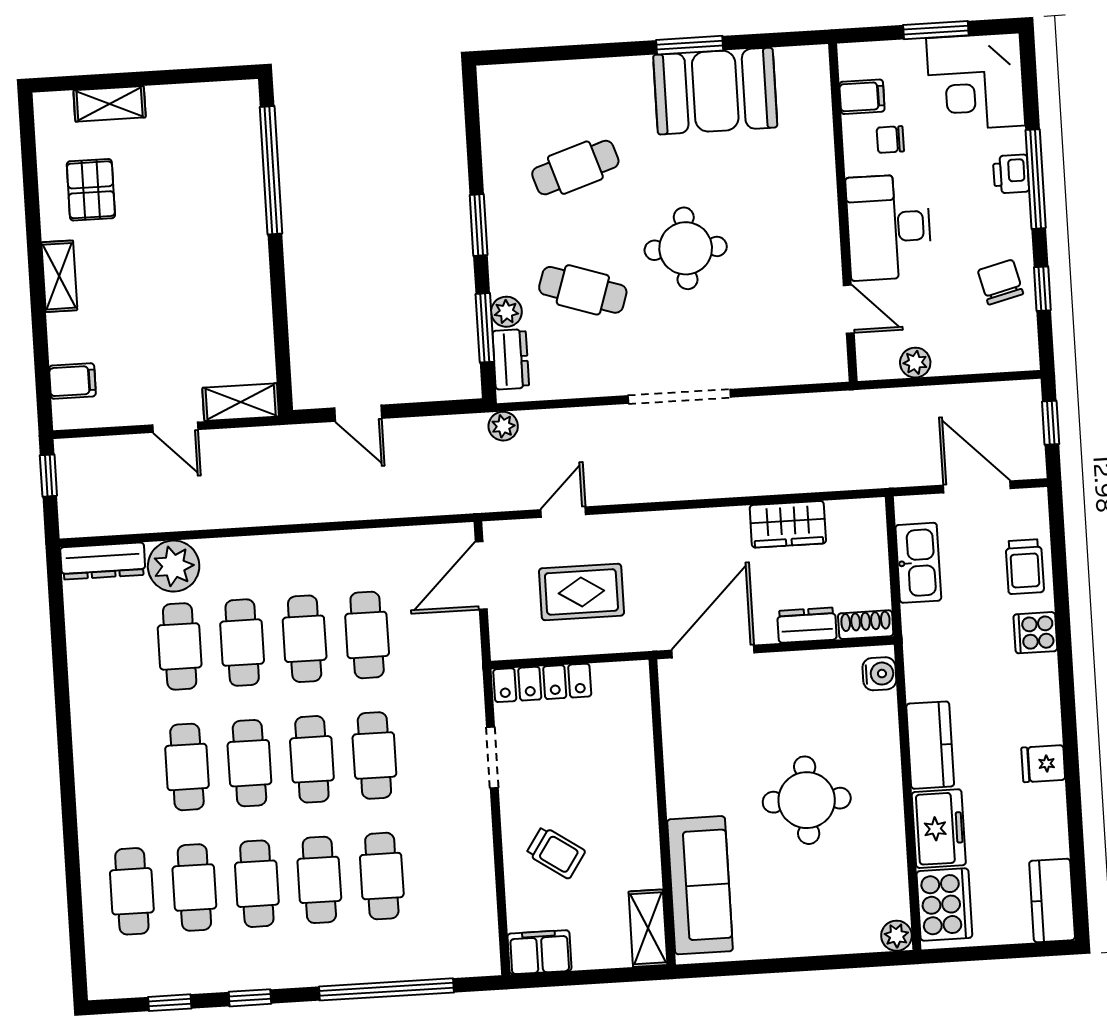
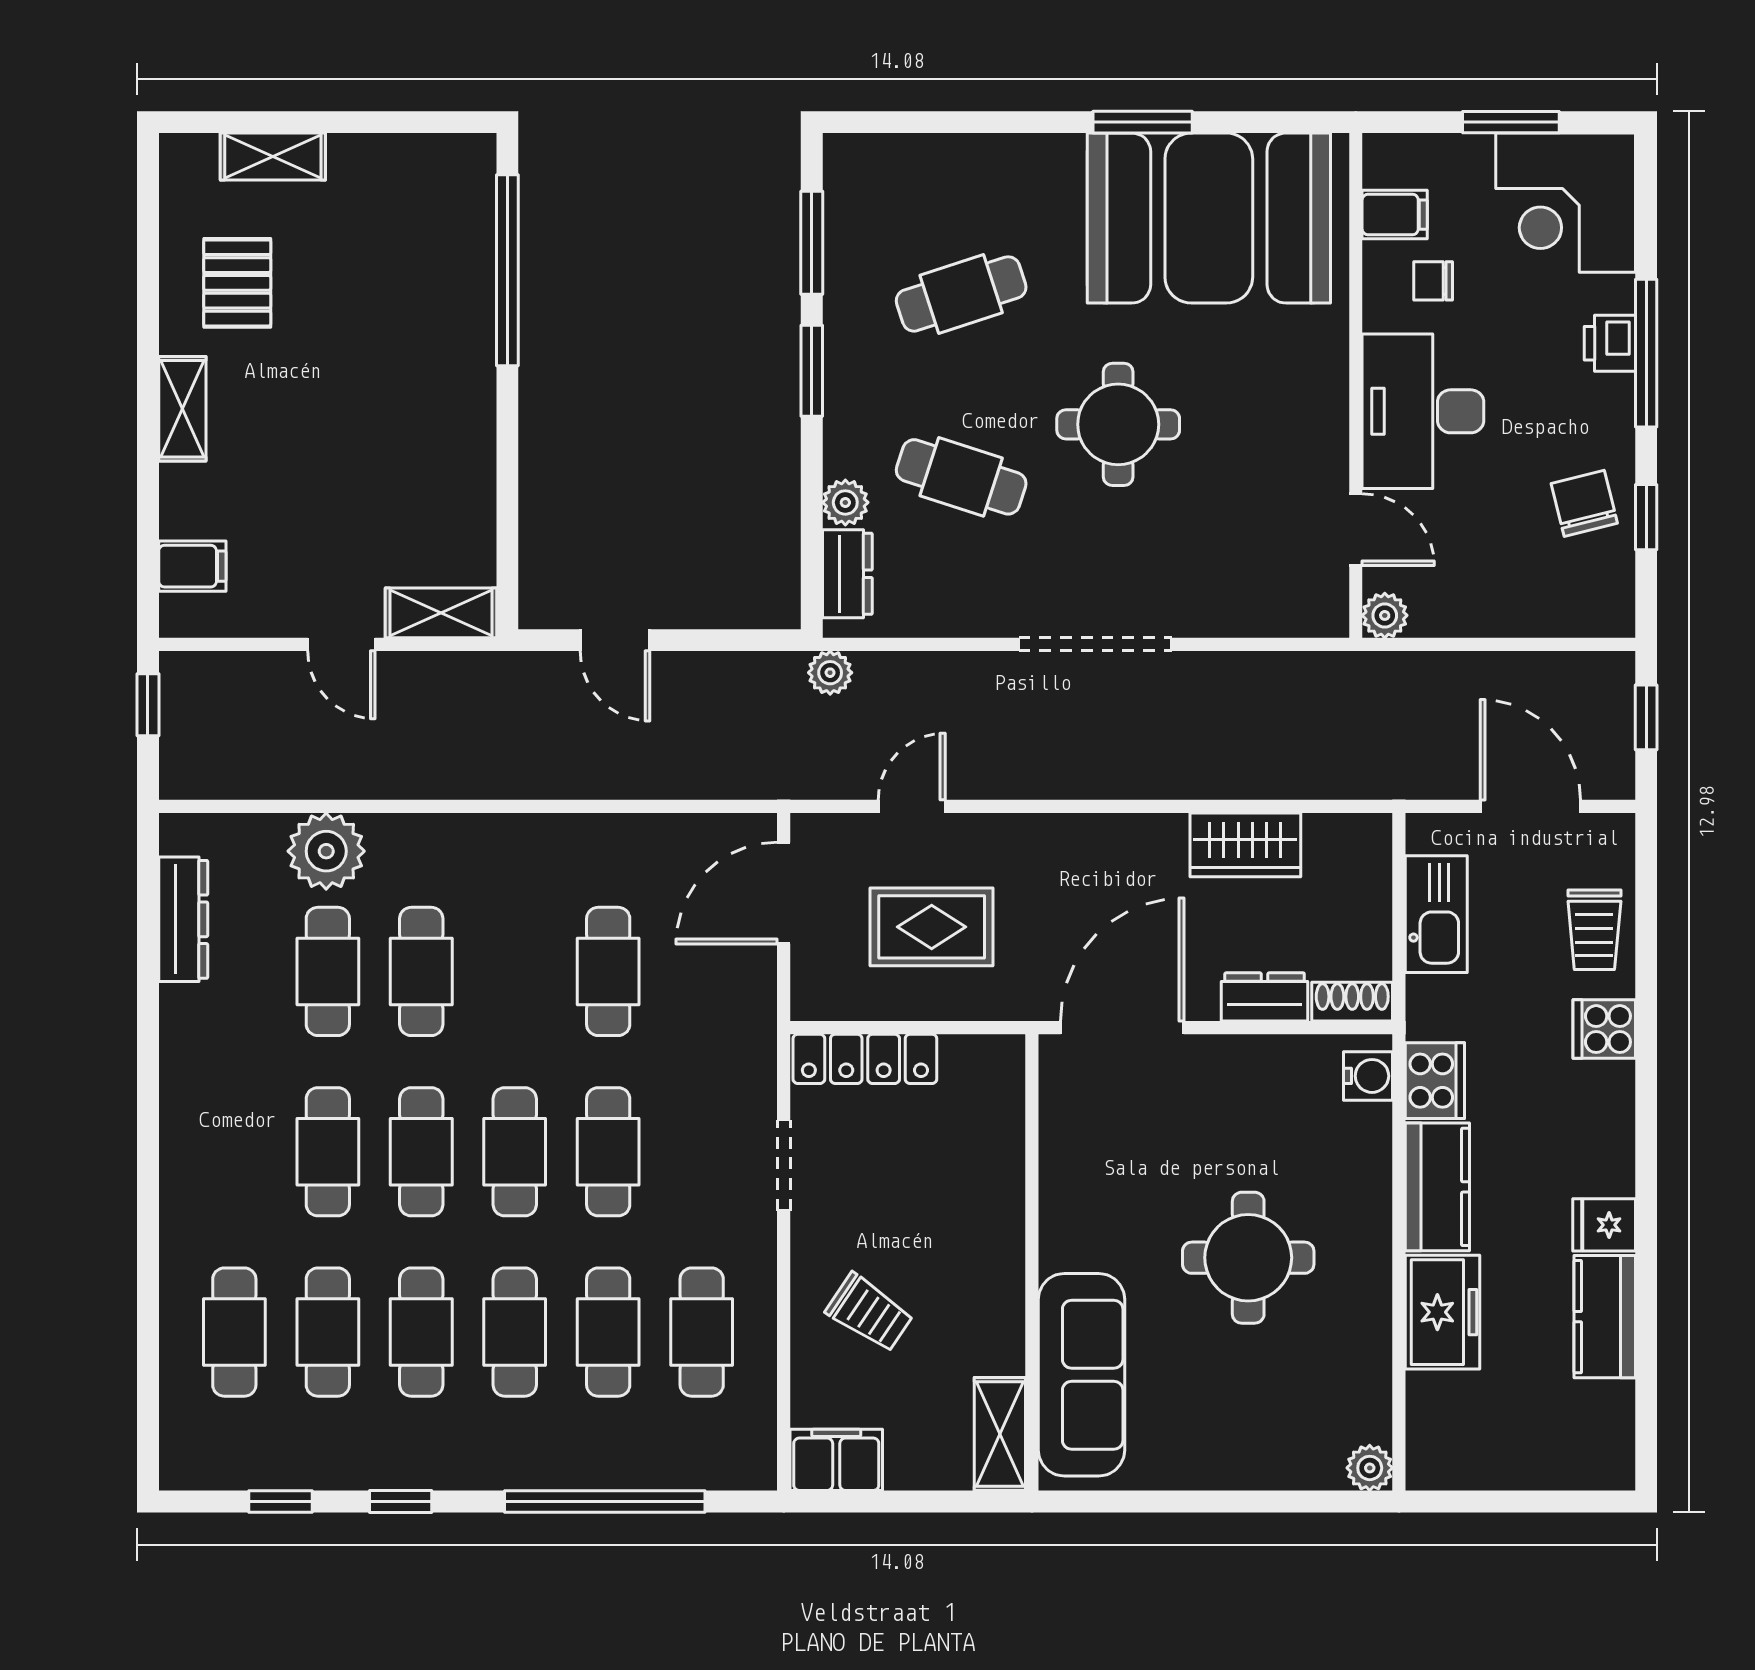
booth: (715, 91) -> (1209, 218), width x1.36, depth x1.42
window: (485, 328) -> (812, 243), moved
plant: (915, 363) -> (1385, 615), moved
dresser: (103, 561) -> (183, 919), moved, turned -90
cafe table: (305, 639) -> (702, 1332), moved
kitchen counter: (1052, 900) -> (1605, 1317), moved
cooker: (944, 904) -> (1435, 1081), moved, width x0.73, depth x0.76

